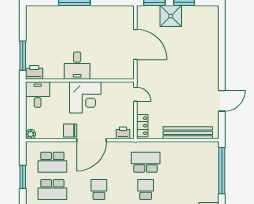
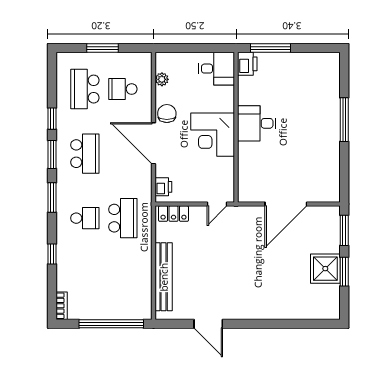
shower: (171, 16) -> (325, 269), moved
plant: (31, 134) -> (162, 79), moved
school desk: (52, 162) -> (123, 89), width x0.54
school desk: (99, 190) -> (85, 154), width x1.85

